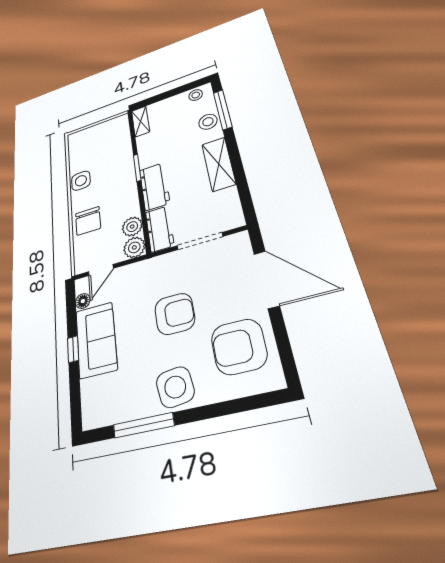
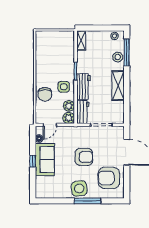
side table: (81, 181) -> (64, 87), moved
window: (143, 425) -> (88, 201), moved

